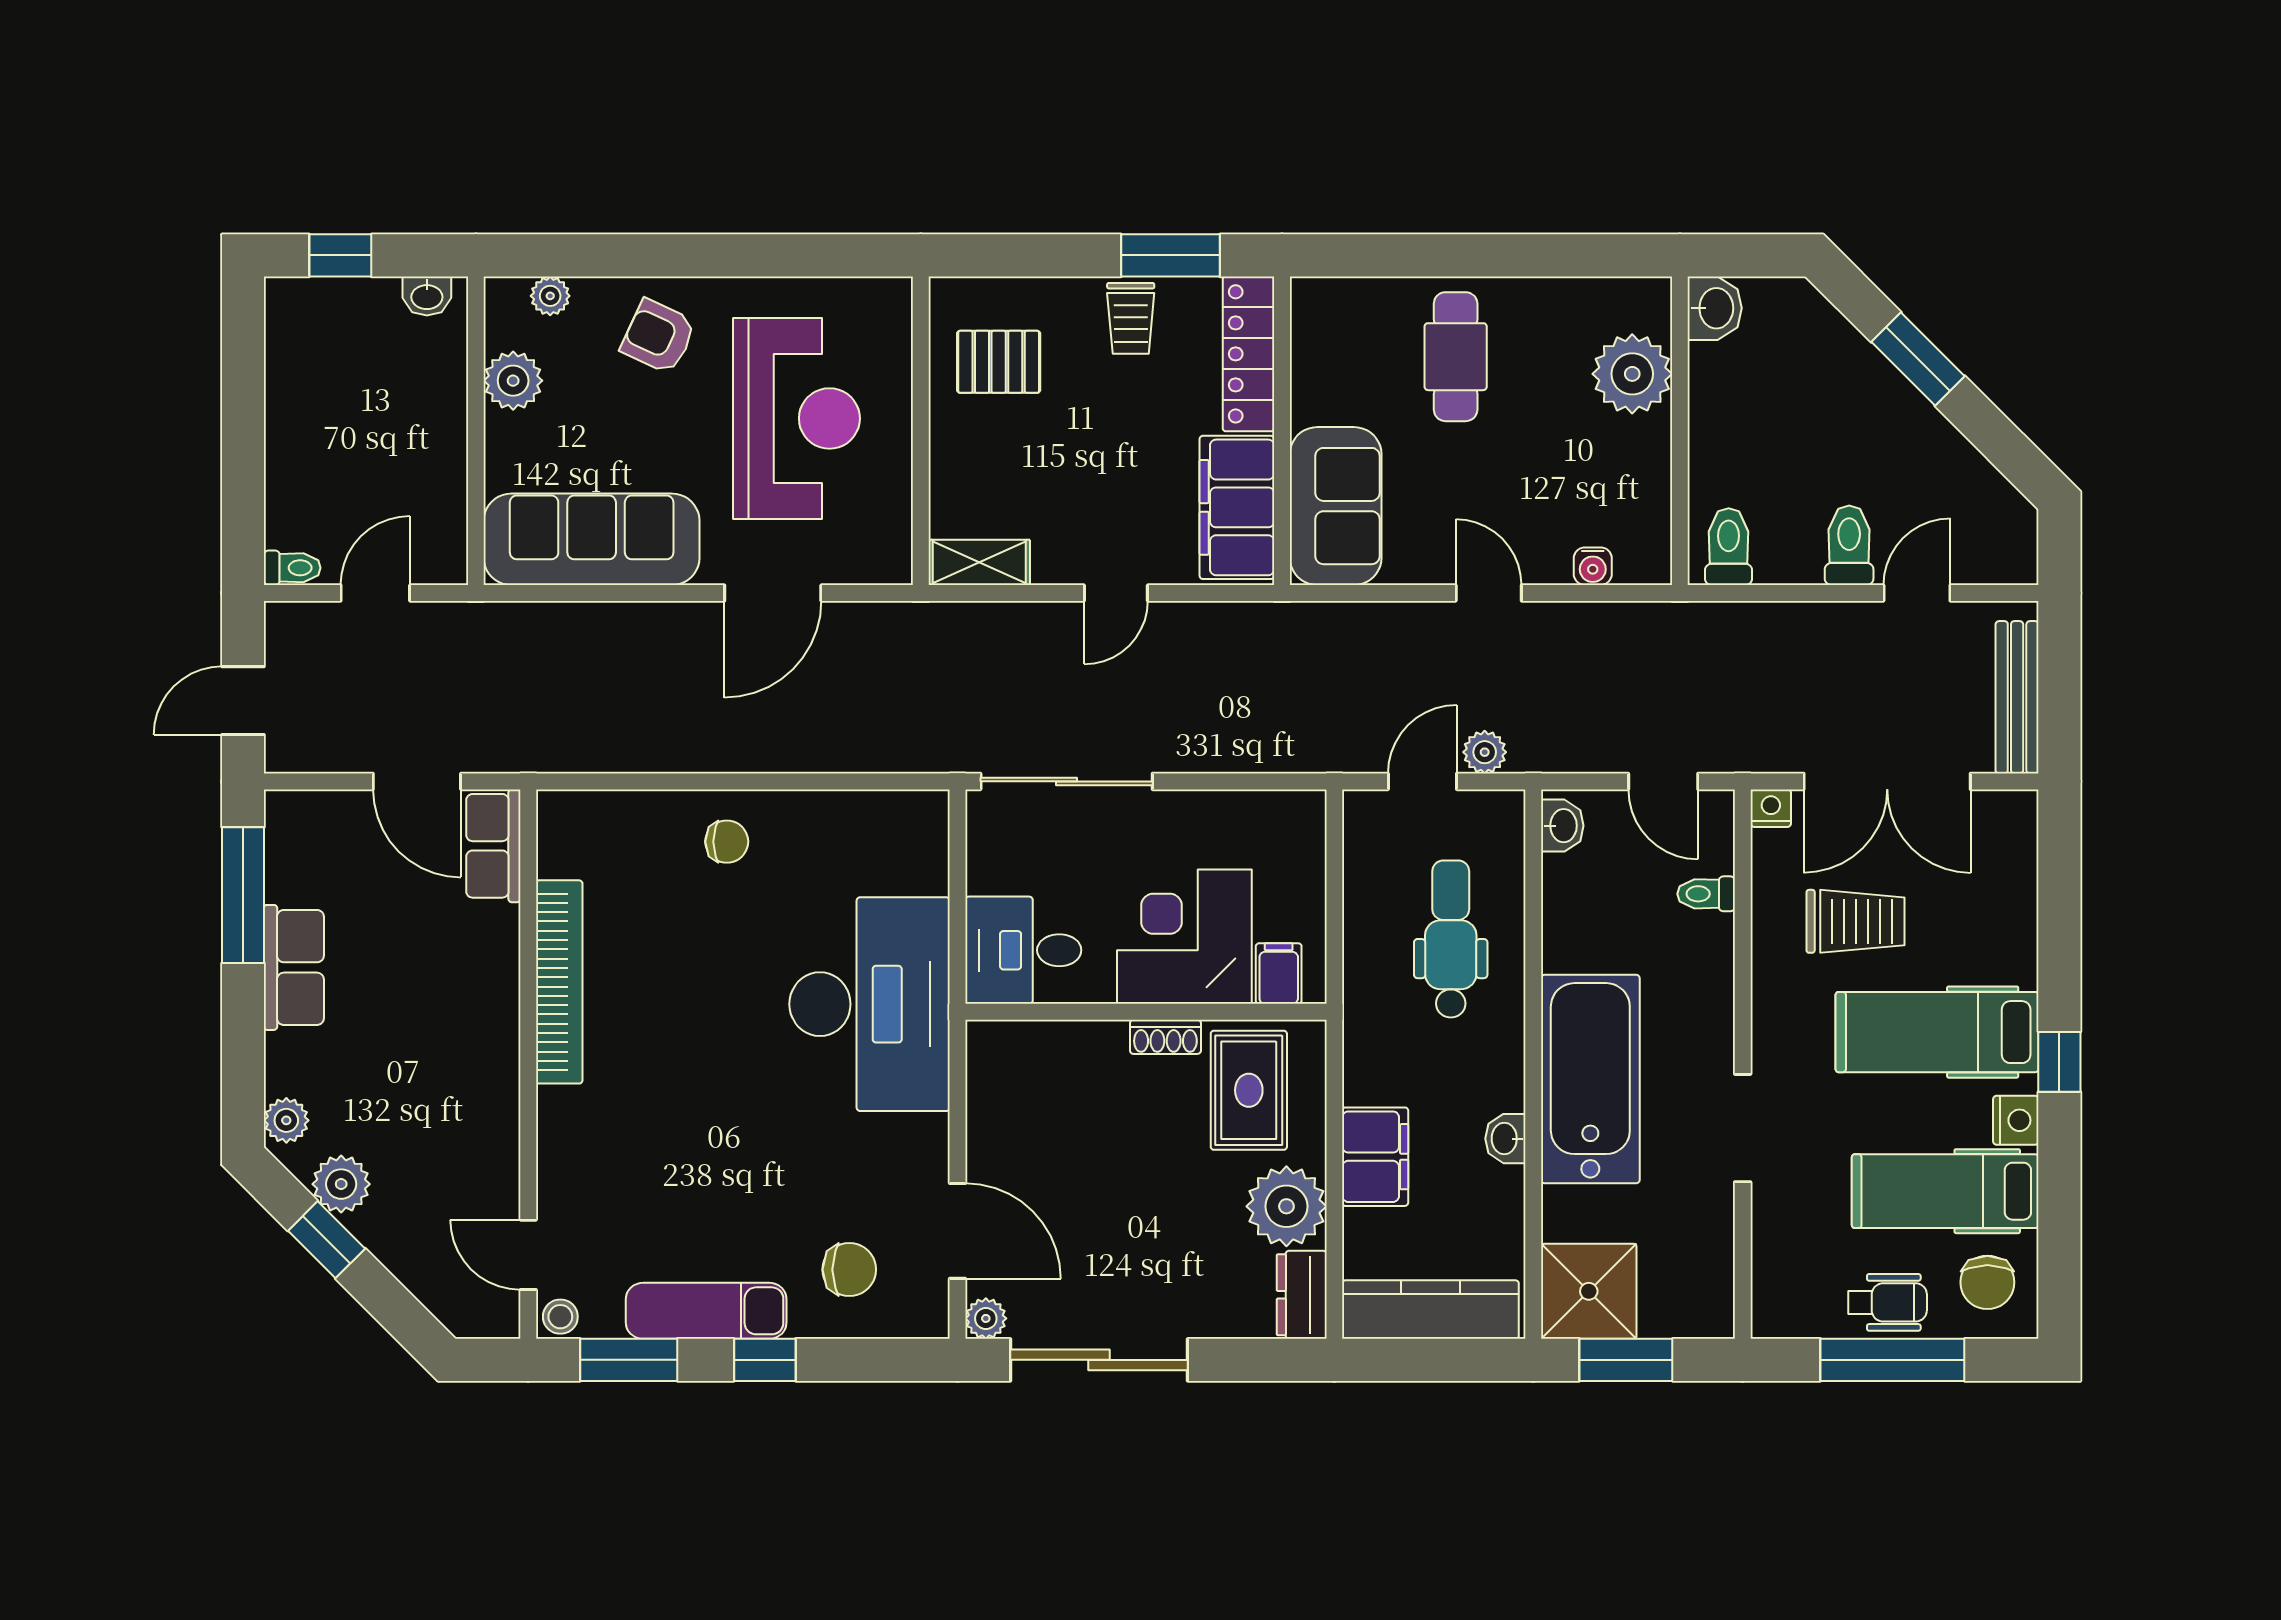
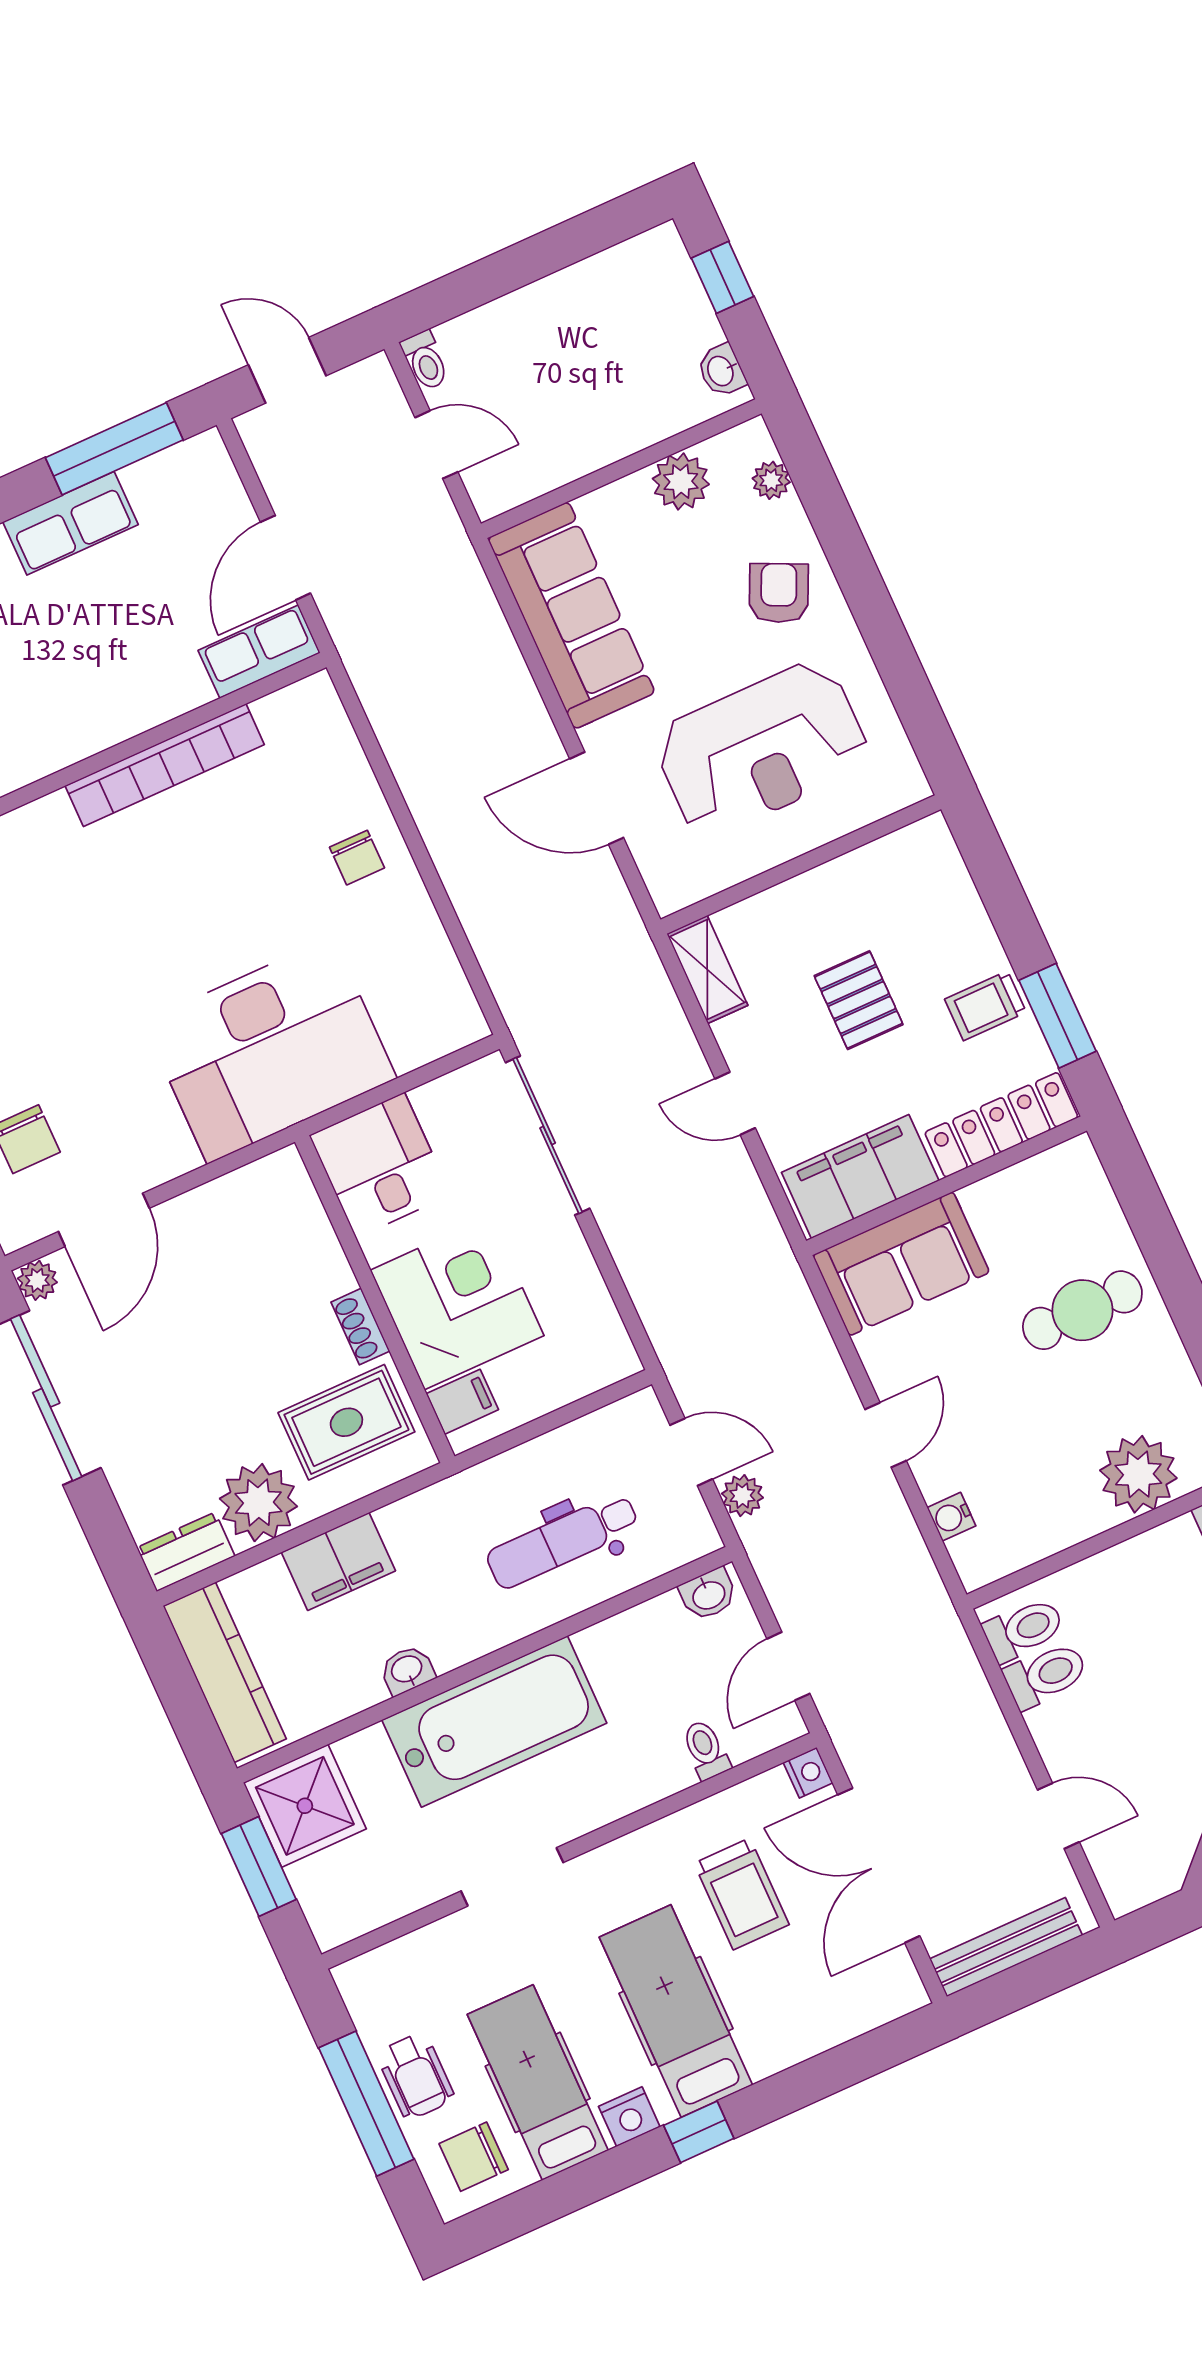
pallet: (999, 362) -> (859, 1000), moved
toilet: (1849, 545) -> (1046, 1675), moved
dental chair: (1451, 939) -> (563, 1541), turned 180

